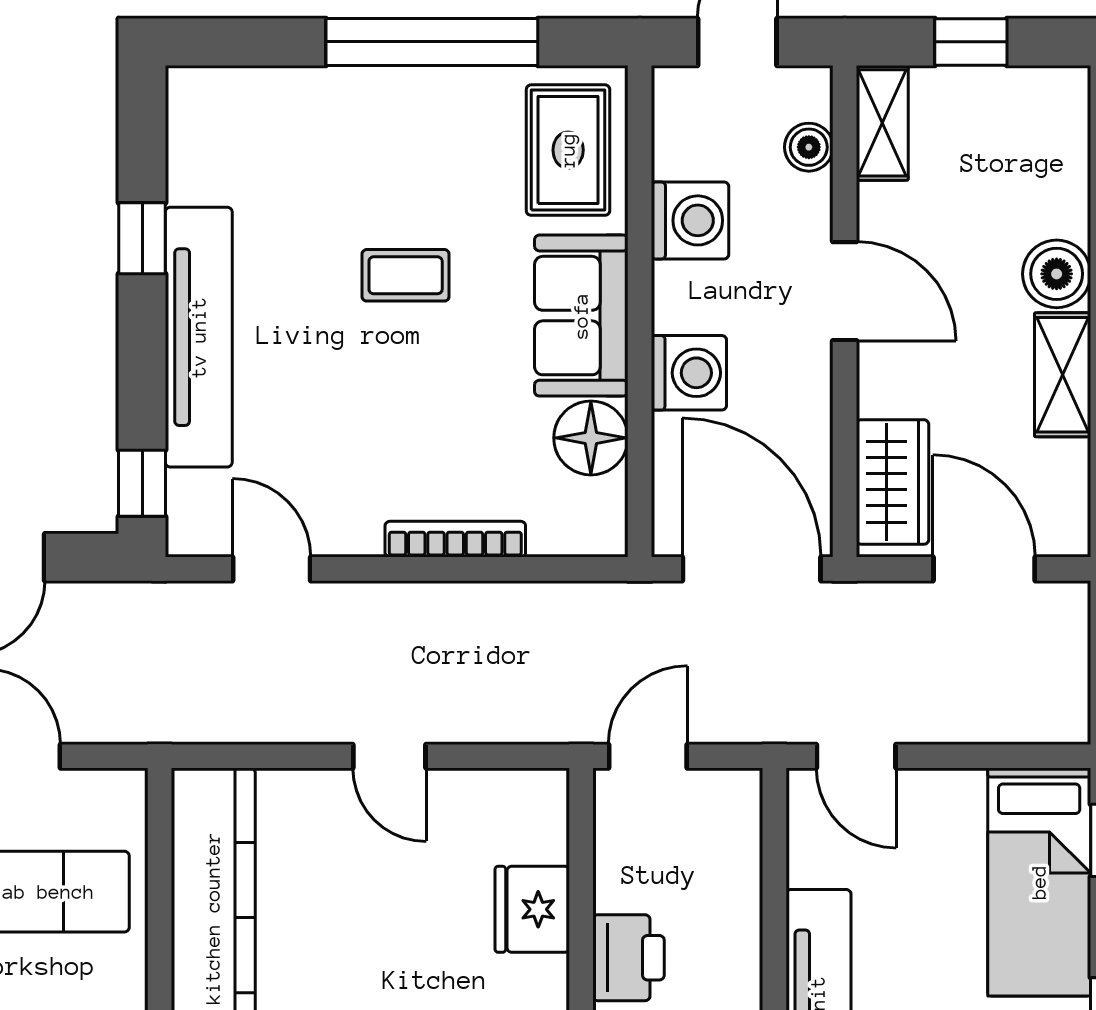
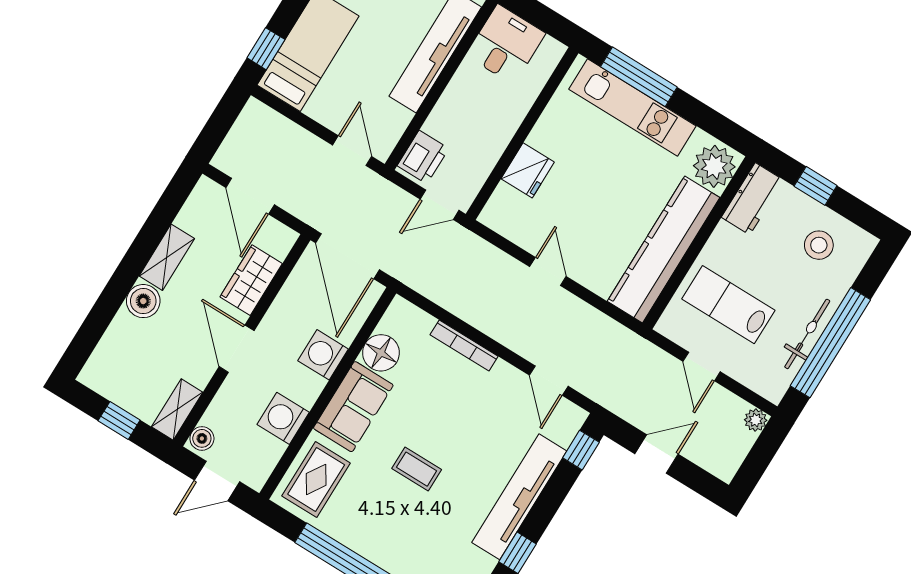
boiler: (809, 147) -> (202, 438), moved
wardrobe: (892, 482) -> (251, 280), moved
printer: (628, 958) -> (423, 157), moved, turned 180

